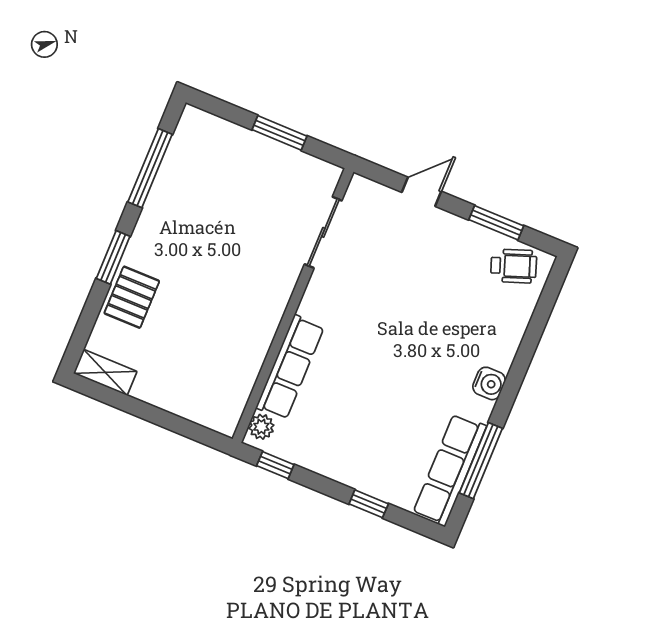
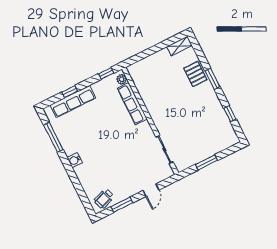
window: (150, 168) -> (230, 114), width x0.46
row of seats: (450, 470) -> (73, 101), moved, turned 90

